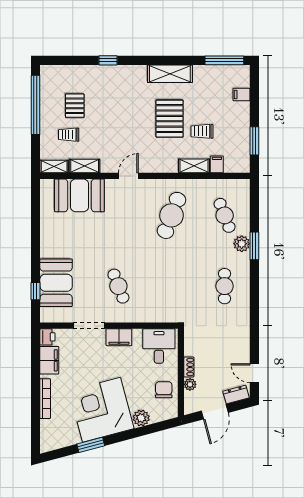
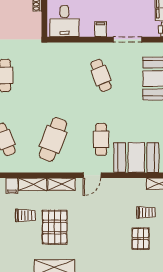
shelving: (85, 166) -> (61, 184), moved
cafe table: (118, 215) -> (101, 139), added
filing cabinet: (119, 337) -> (101, 29), width x0.50

